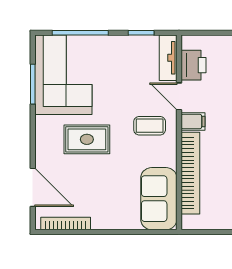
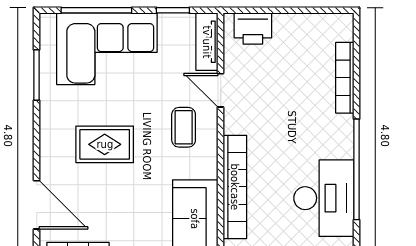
printer: (193, 65) -> (253, 28), moved, turned 90
corner sofa: (63, 75) -> (107, 49), moved, turned 90
filing cabinet: (193, 121) -> (238, 122), removed
coffee table: (150, 126) -> (184, 127), turned 90

